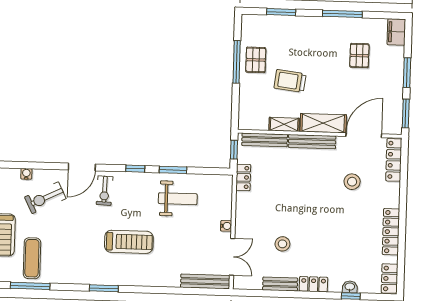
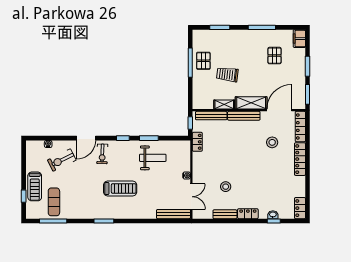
locker: (391, 232) -> (300, 159), moved

